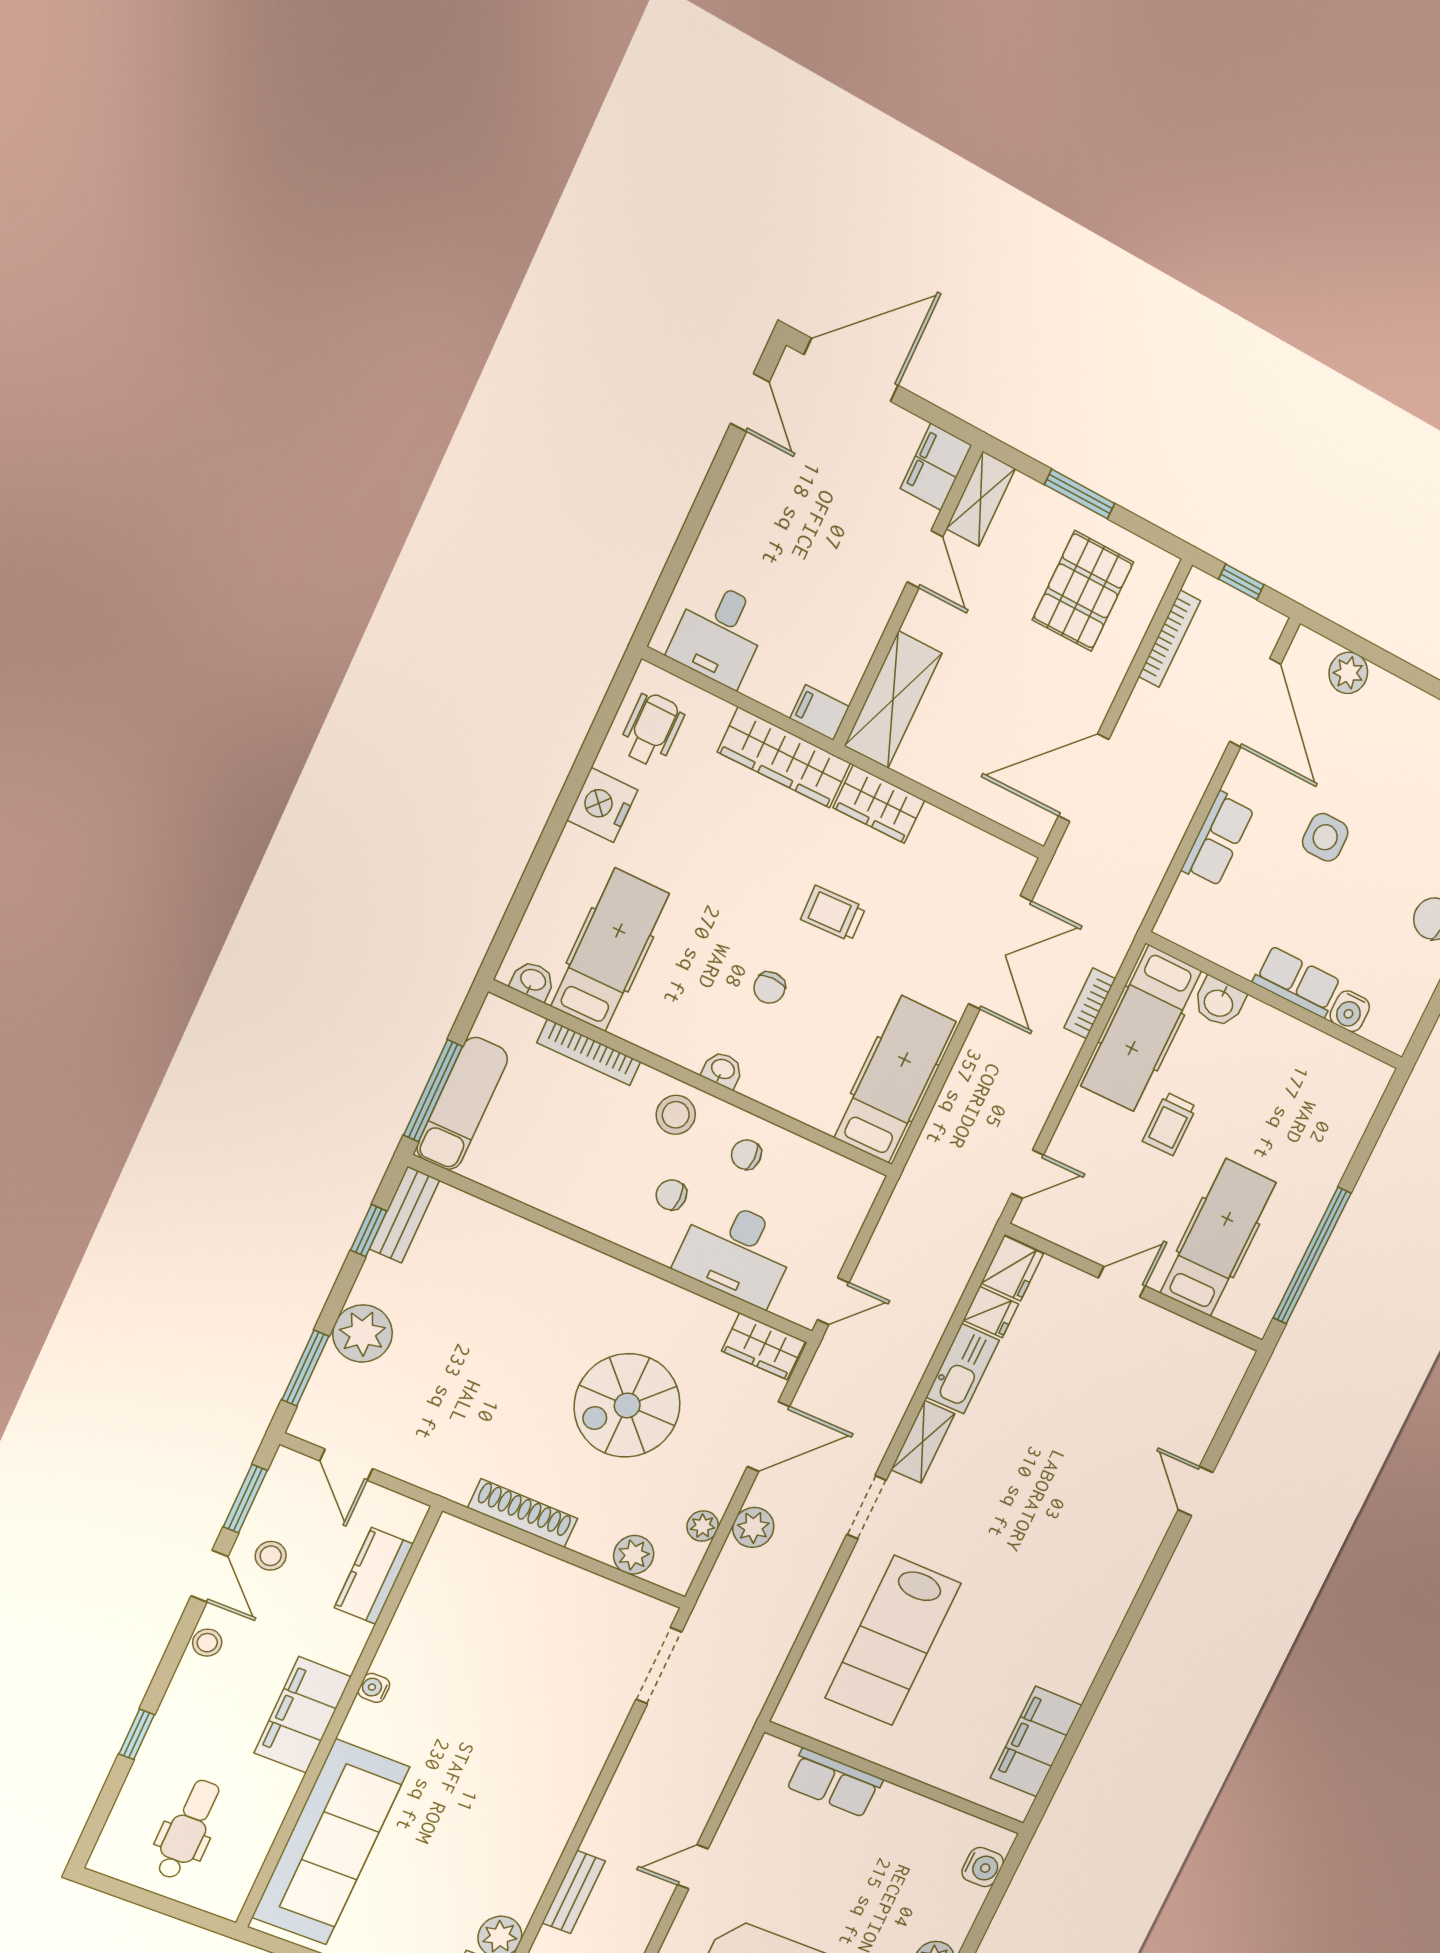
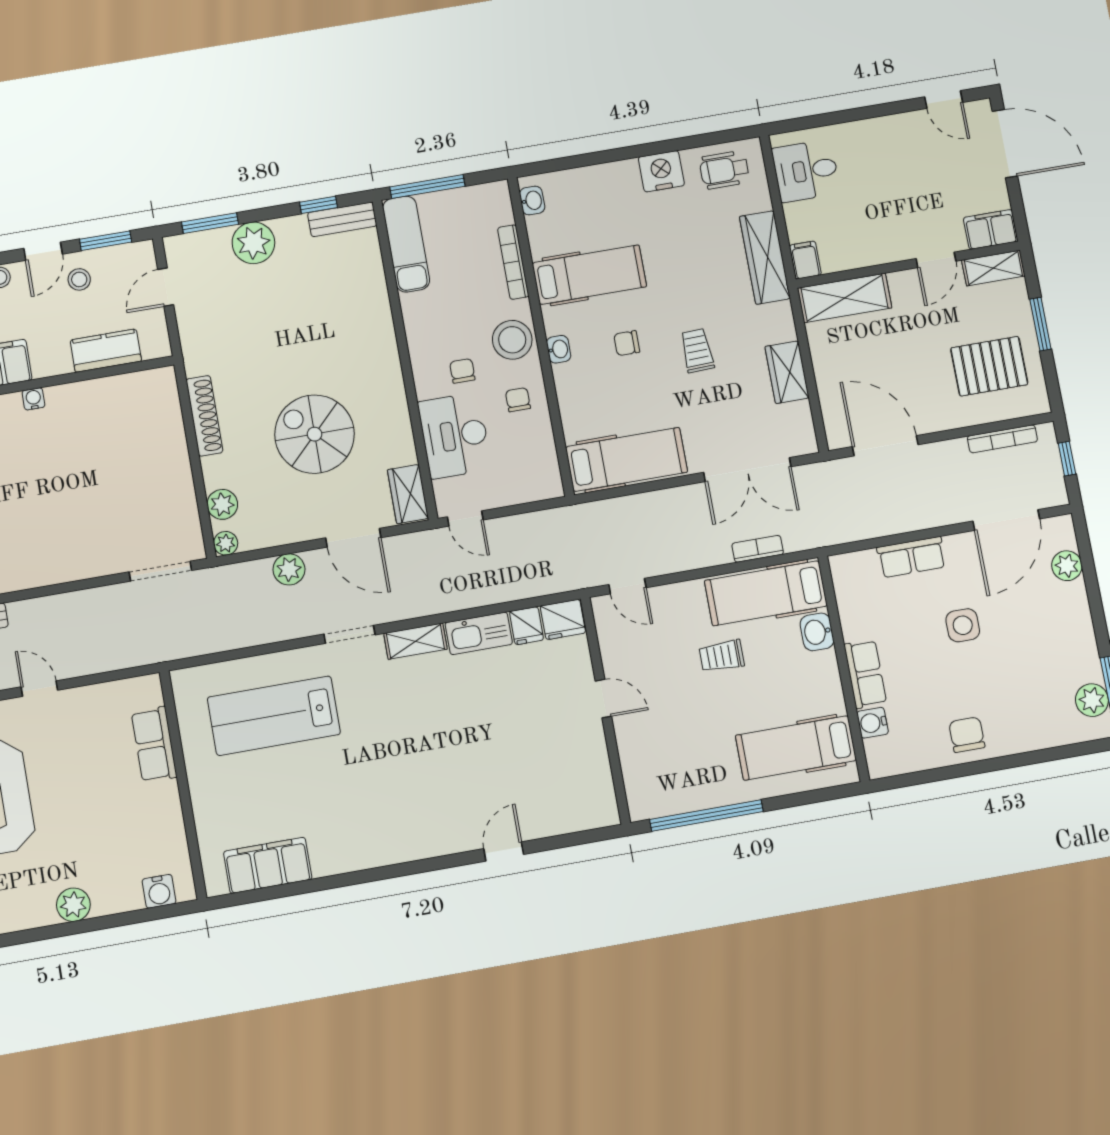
door: (750, 403) -> (944, 100), hinge flipped
wheelchair: (652, 729) -> (724, 170), turned 180
wardrobe: (879, 804) -> (787, 372), moved
hospital bed: (610, 950) -> (589, 275), moved
exam couch: (462, 1104) -> (406, 244), moved, turned -90
stool: (676, 1115) -> (512, 340), width x1.38, depth x1.38
hospital bed: (1218, 1238) -> (796, 748), moved, turned 180
plant: (703, 1526) -> (226, 543), moved

